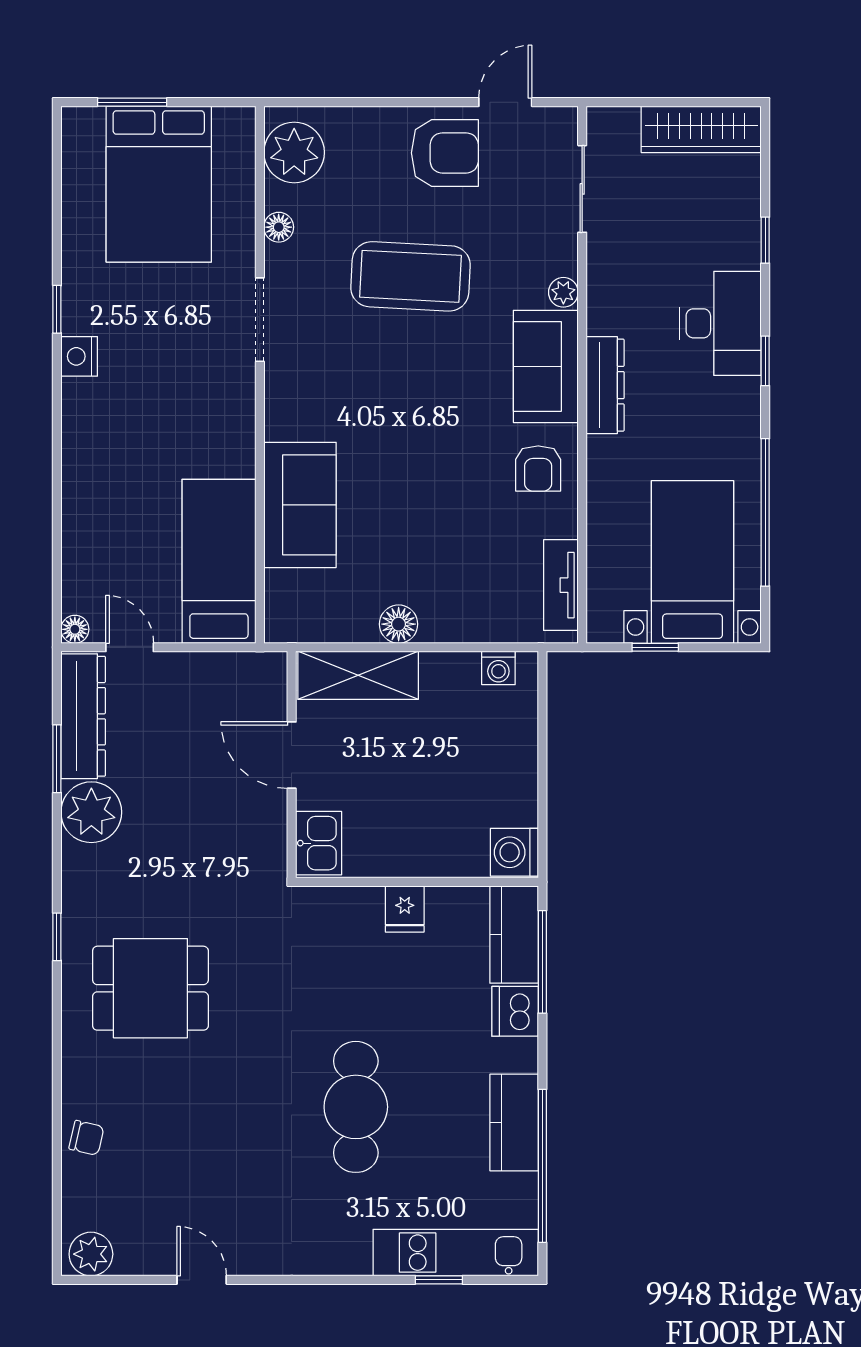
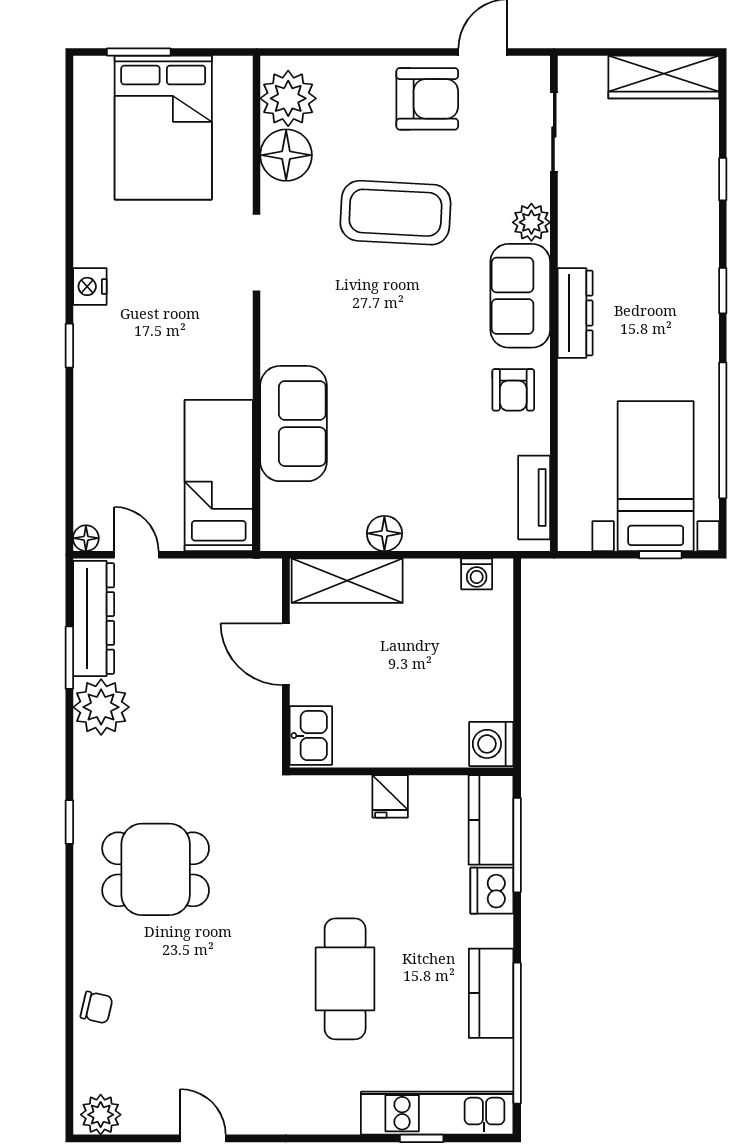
floor lamp: (279, 227) -> (286, 155), width x1.89, depth x1.89
plant: (563, 292) -> (531, 222), width x1.38, depth x1.38
window: (57, 309) -> (69, 346), moved
desk: (720, 323) -> (681, 256), removed
window: (655, 647) -> (660, 555), moved

